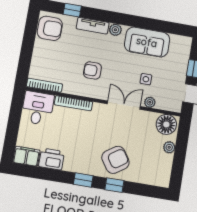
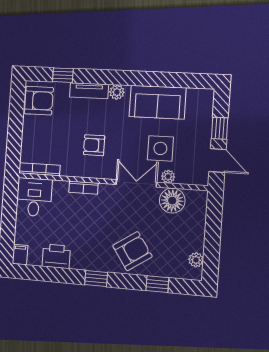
side table: (146, 79) -> (160, 148), width x1.87, depth x1.87
bookcase: (74, 103) -> (83, 188), width x0.64
floor lamp: (166, 124) -> (172, 201), moved
plant: (169, 147) -> (196, 260), moved
filing cabinet: (26, 156) -> (20, 255), width x0.50
window: (114, 185) -> (157, 284), moved

